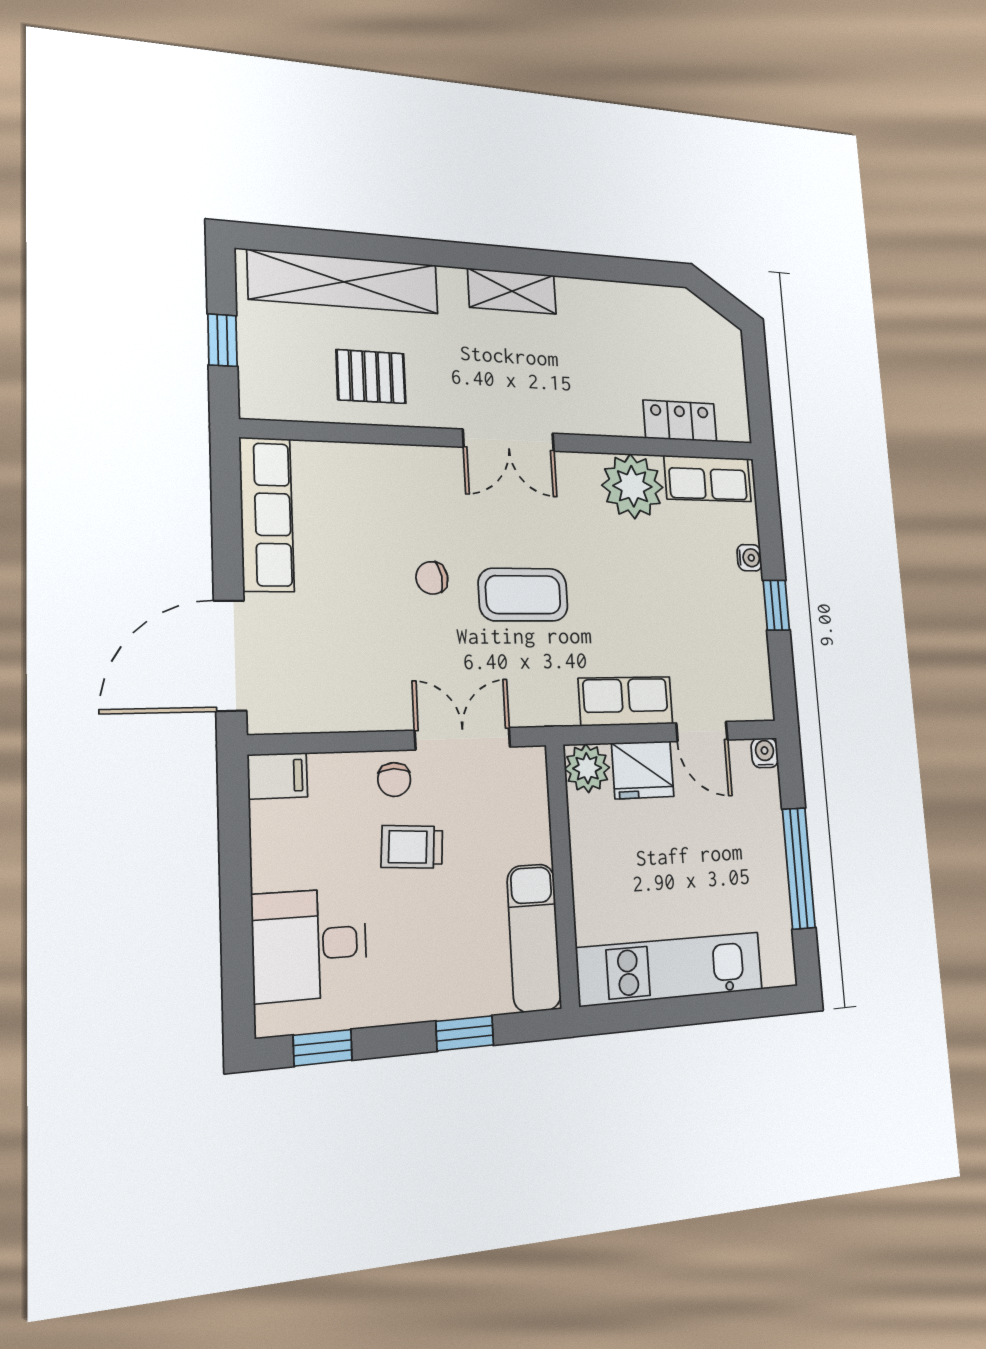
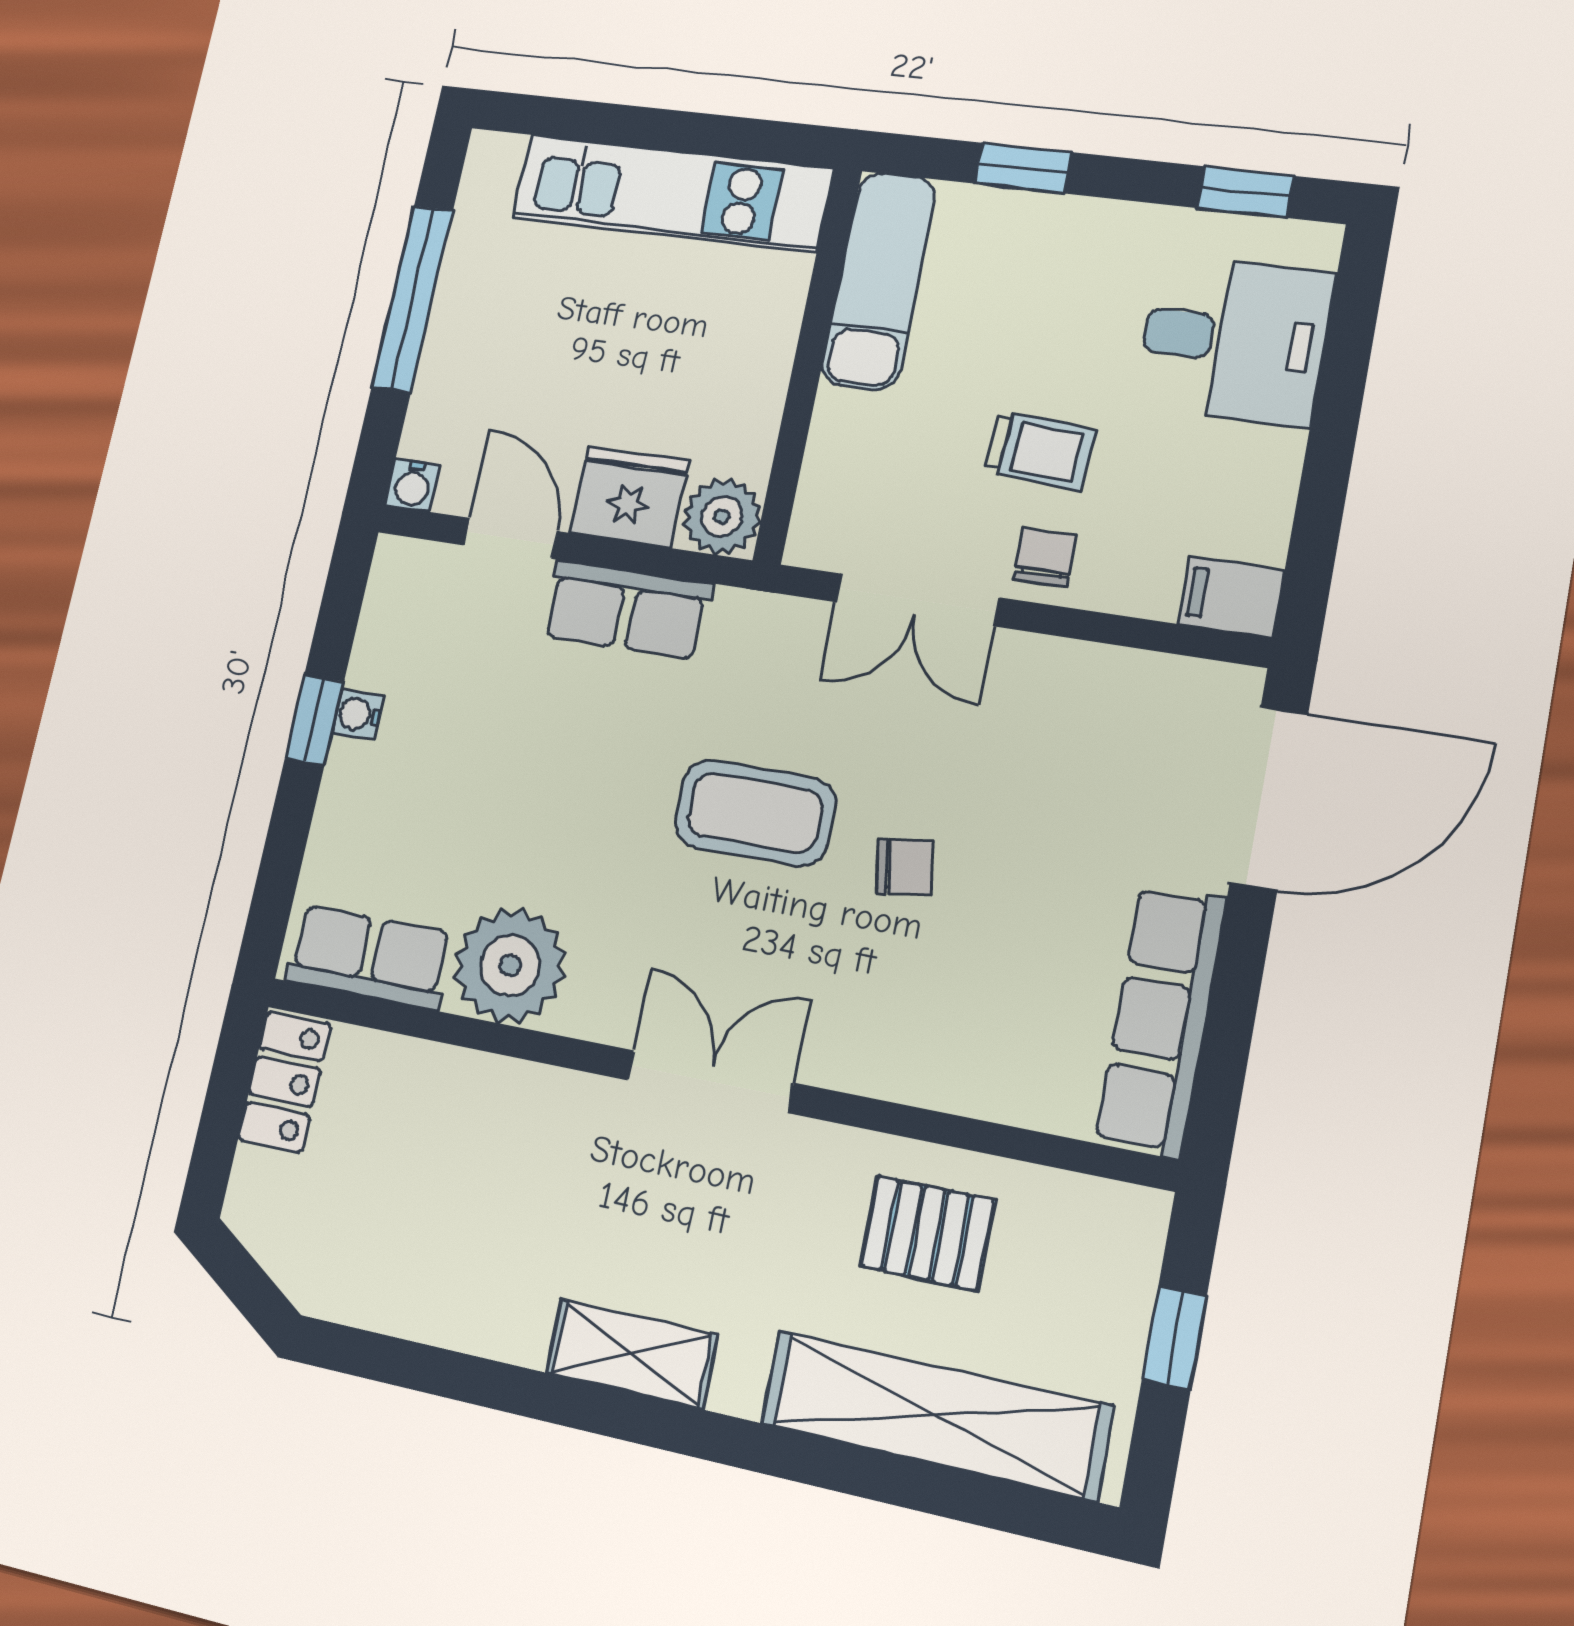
locker: (680, 421) -> (285, 1082), moved, turned -90
water cooler: (749, 558) -> (358, 714), moved

